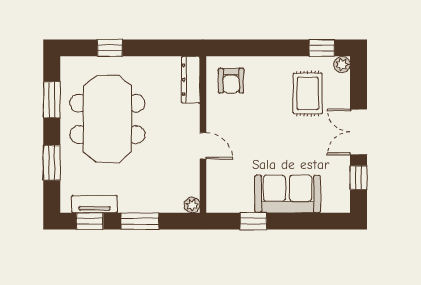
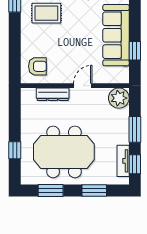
dresser: (191, 80) -> (53, 94), moved
sofa: (288, 194) -> (116, 35), width x1.36
plant: (192, 205) -> (119, 98), width x1.88, depth x1.88

